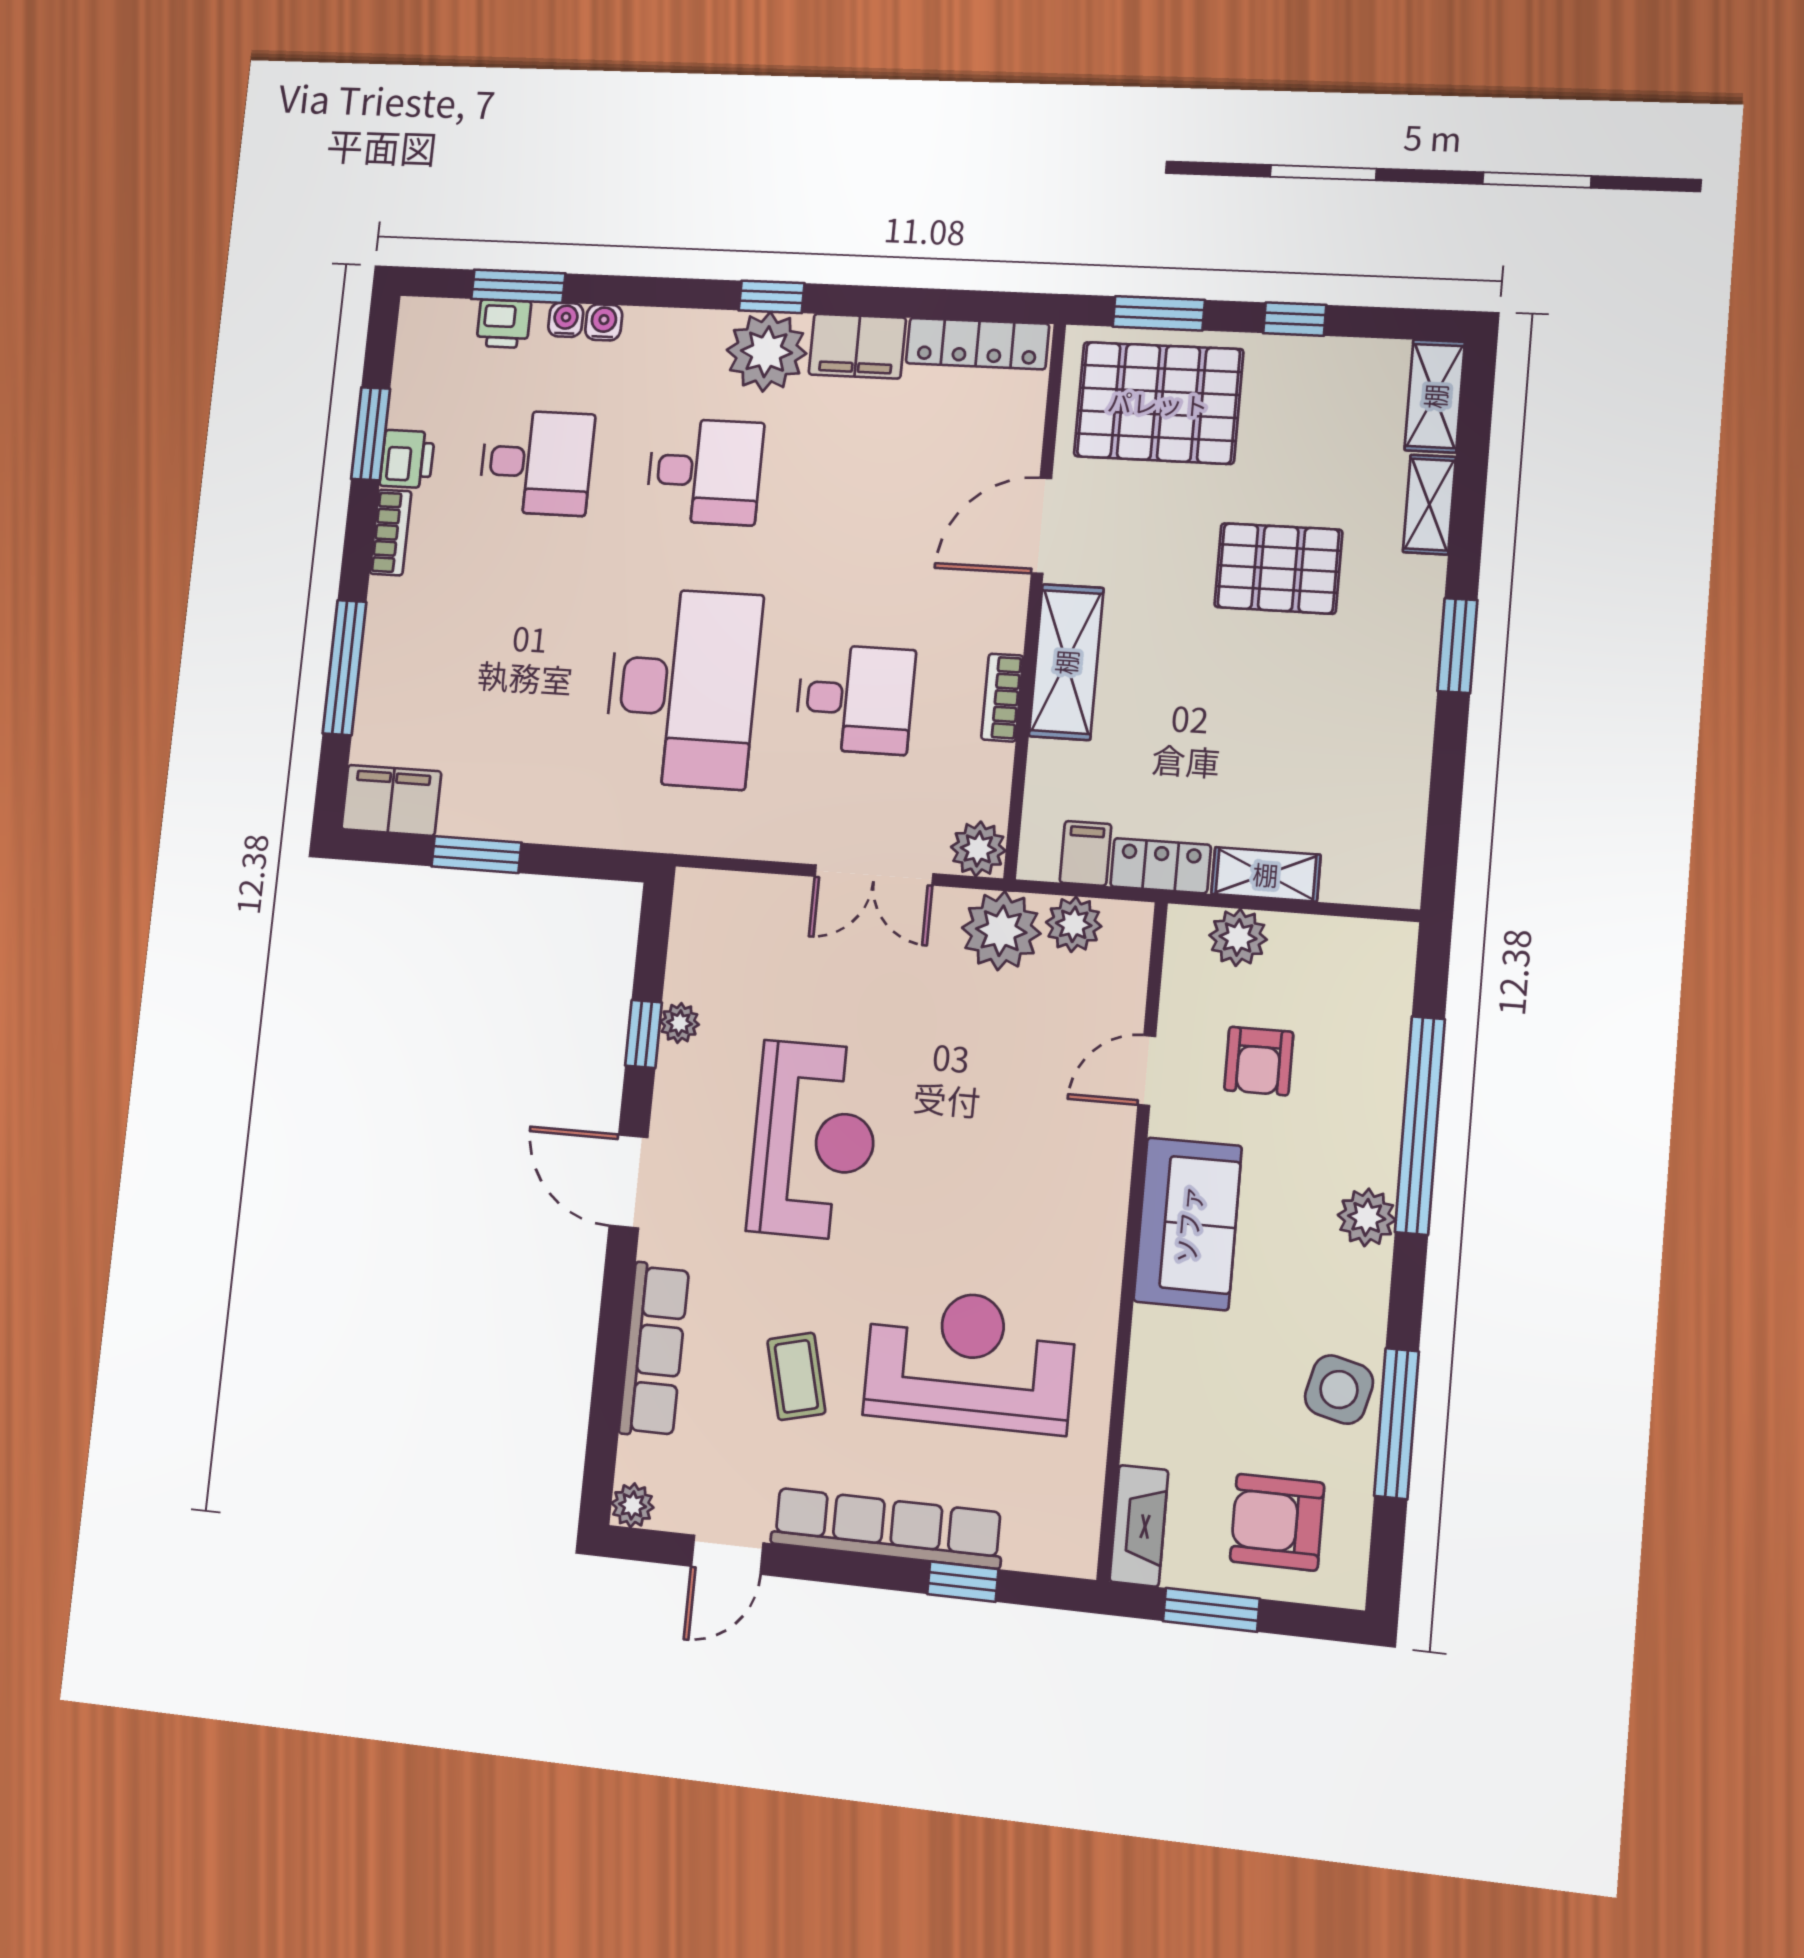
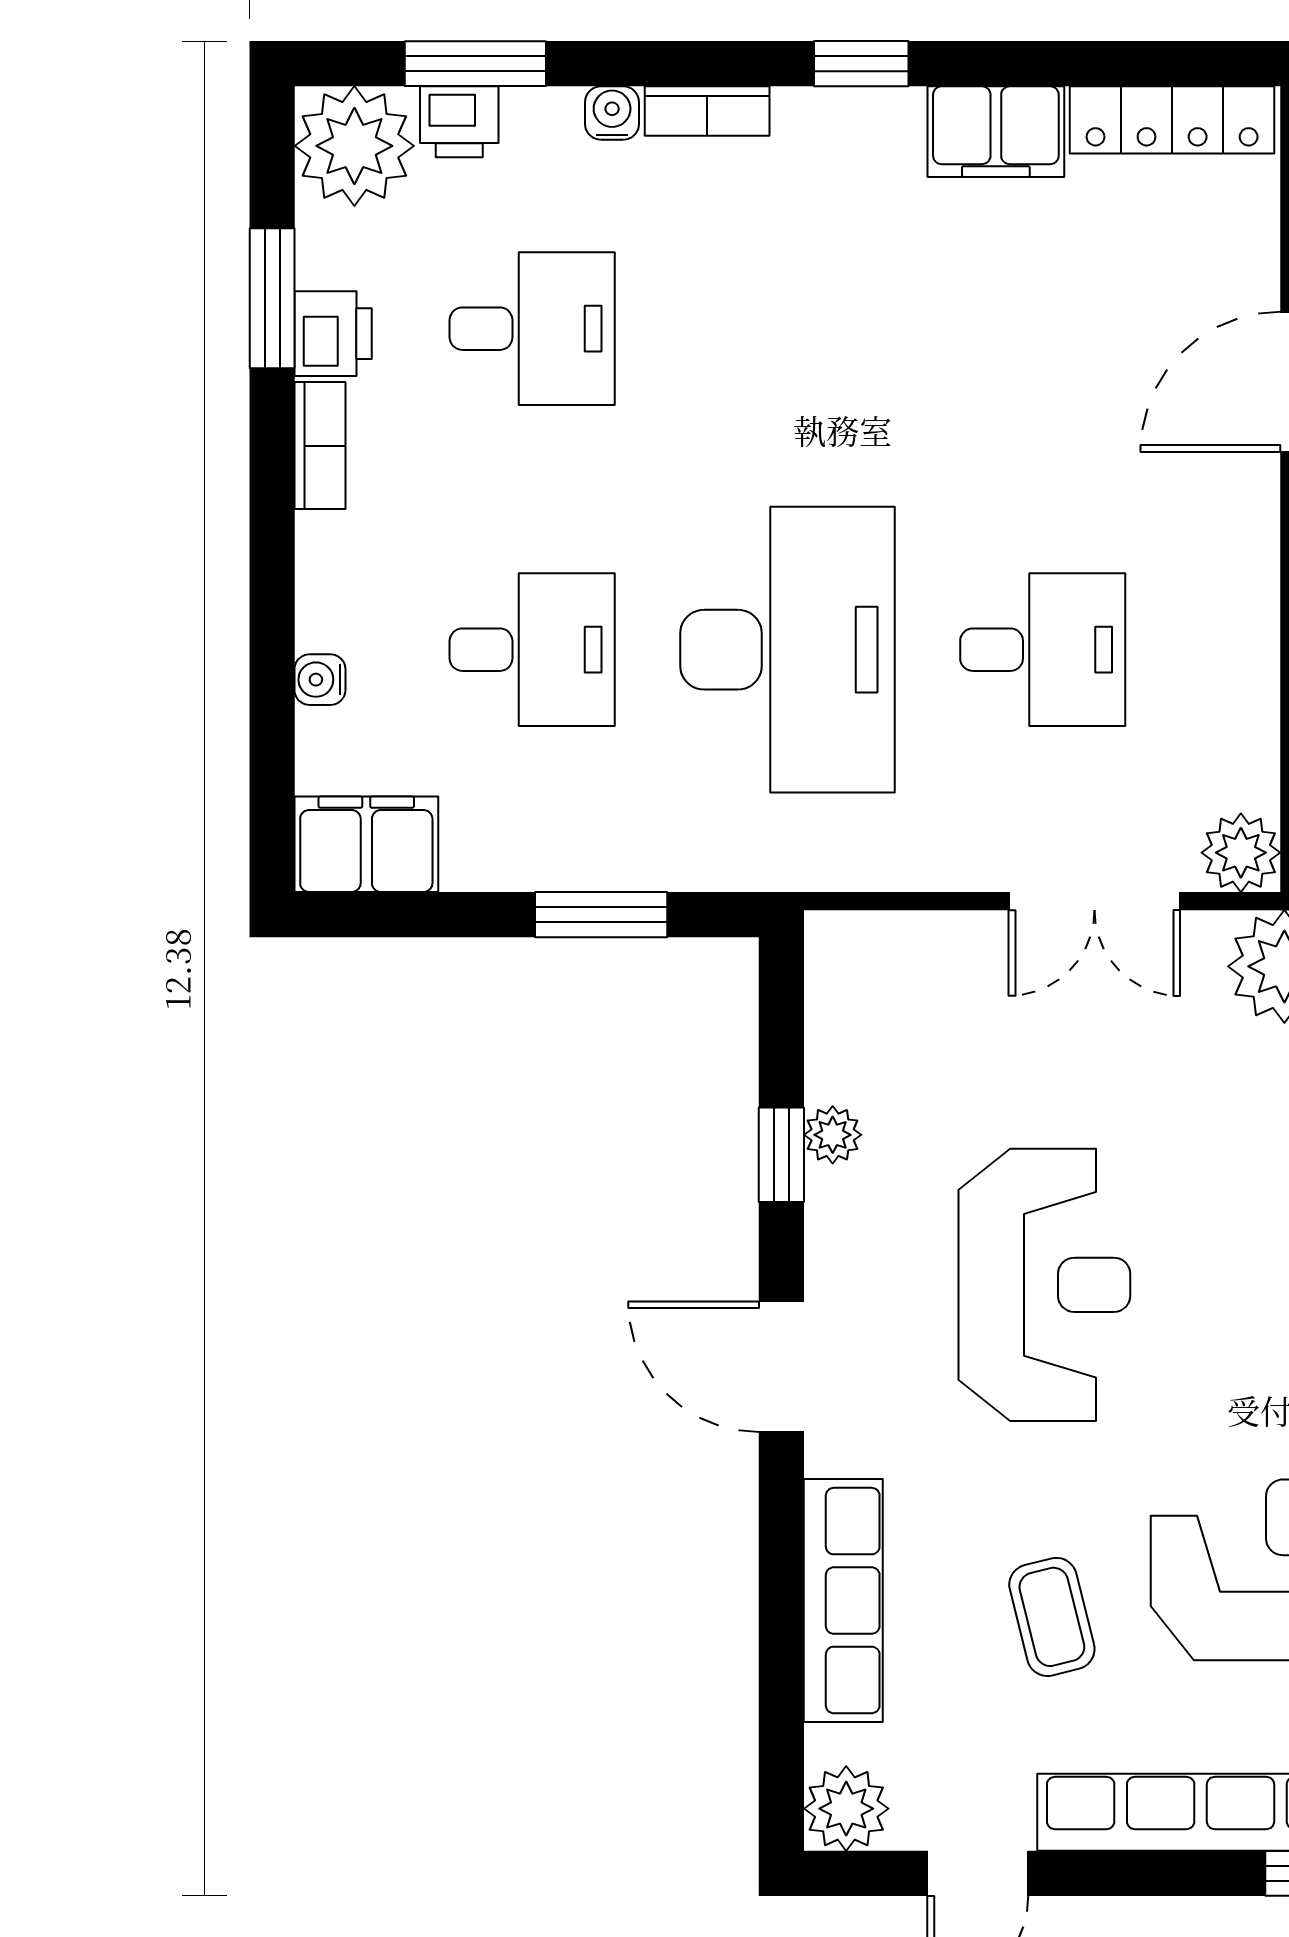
water cooler: (566, 320) -> (320, 680), moved, turned -90
plant: (766, 352) -> (354, 146), moved
desk: (705, 471) -> (532, 650), moved
window: (345, 668) -> (272, 652), removed
bookcase: (1002, 698) -> (707, 111), moved, turned -90
window: (476, 855) -> (601, 915), moved
plant: (633, 1505) -> (846, 1809), width x1.38, depth x1.38

